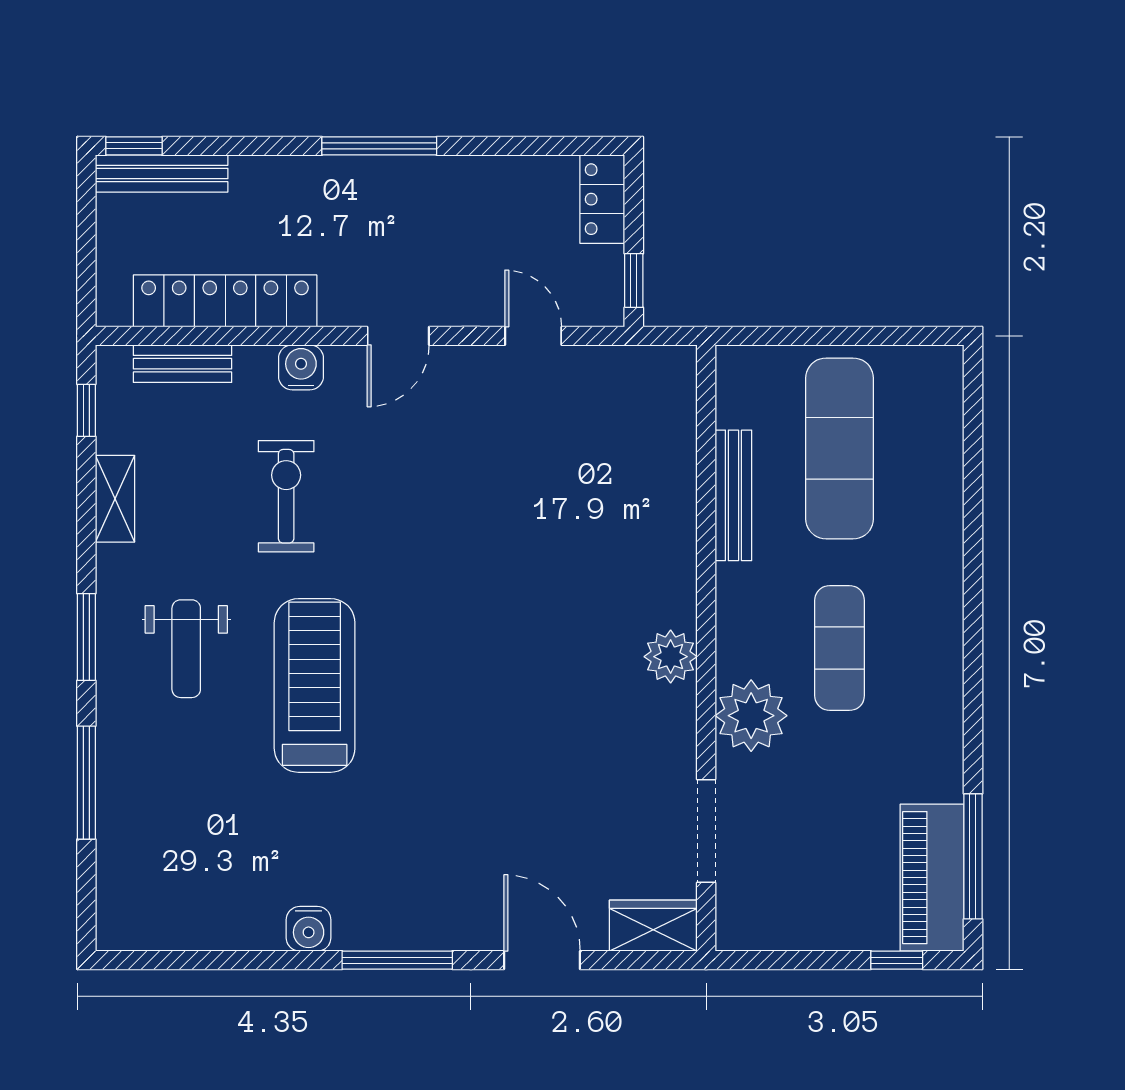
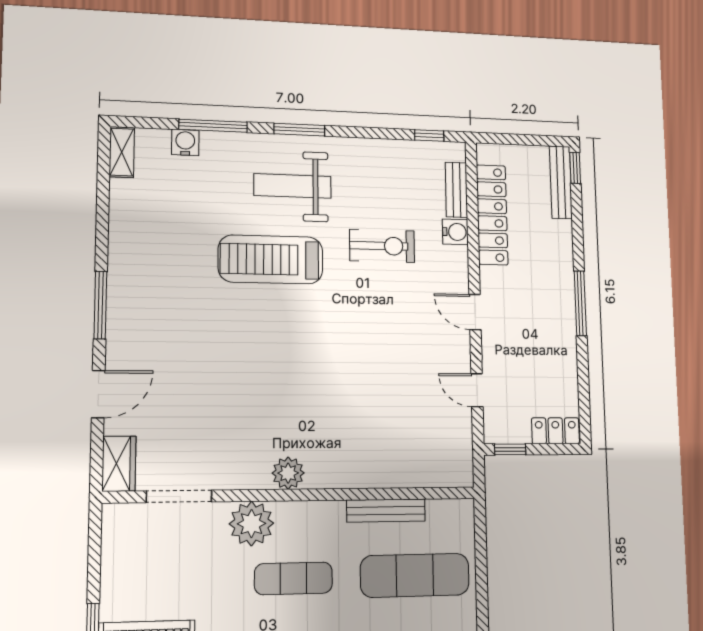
door: (533, 336) -> (477, 390), swing flipped
water cooler: (301, 367) -> (455, 232), moved
shelving: (115, 499) -> (122, 152), moved, turned 90
weight bench: (186, 649) -> (293, 186), width x1.36, depth x1.33
treadmill: (315, 685) -> (271, 259), turned 180
water cooler: (309, 929) -> (185, 142), moved, turned 90

